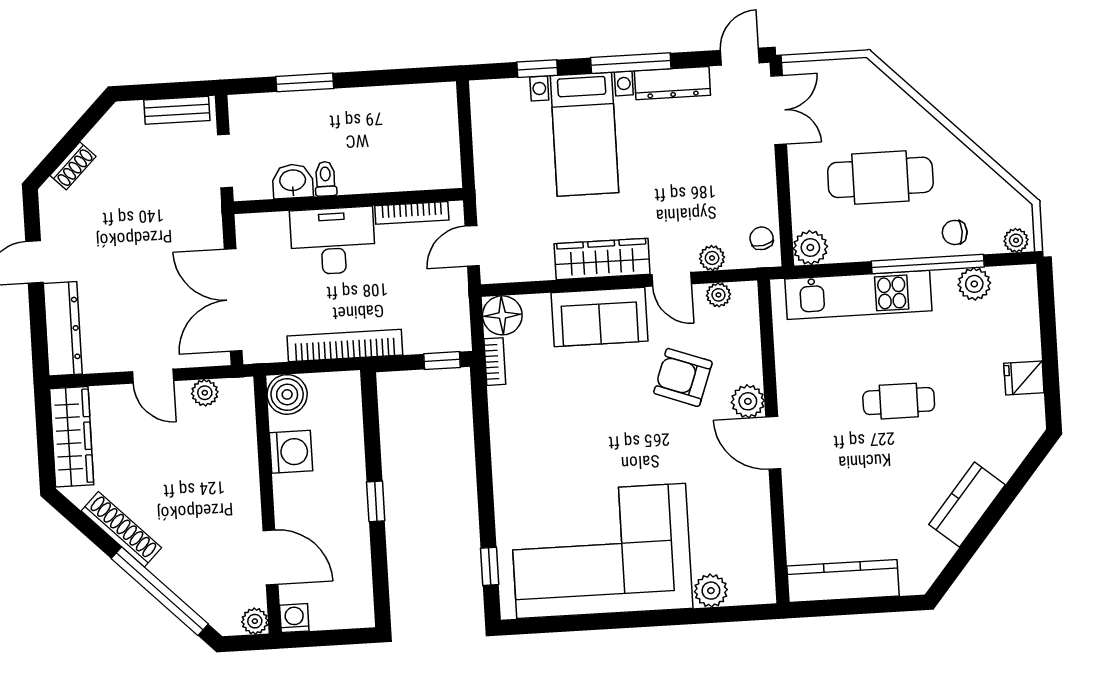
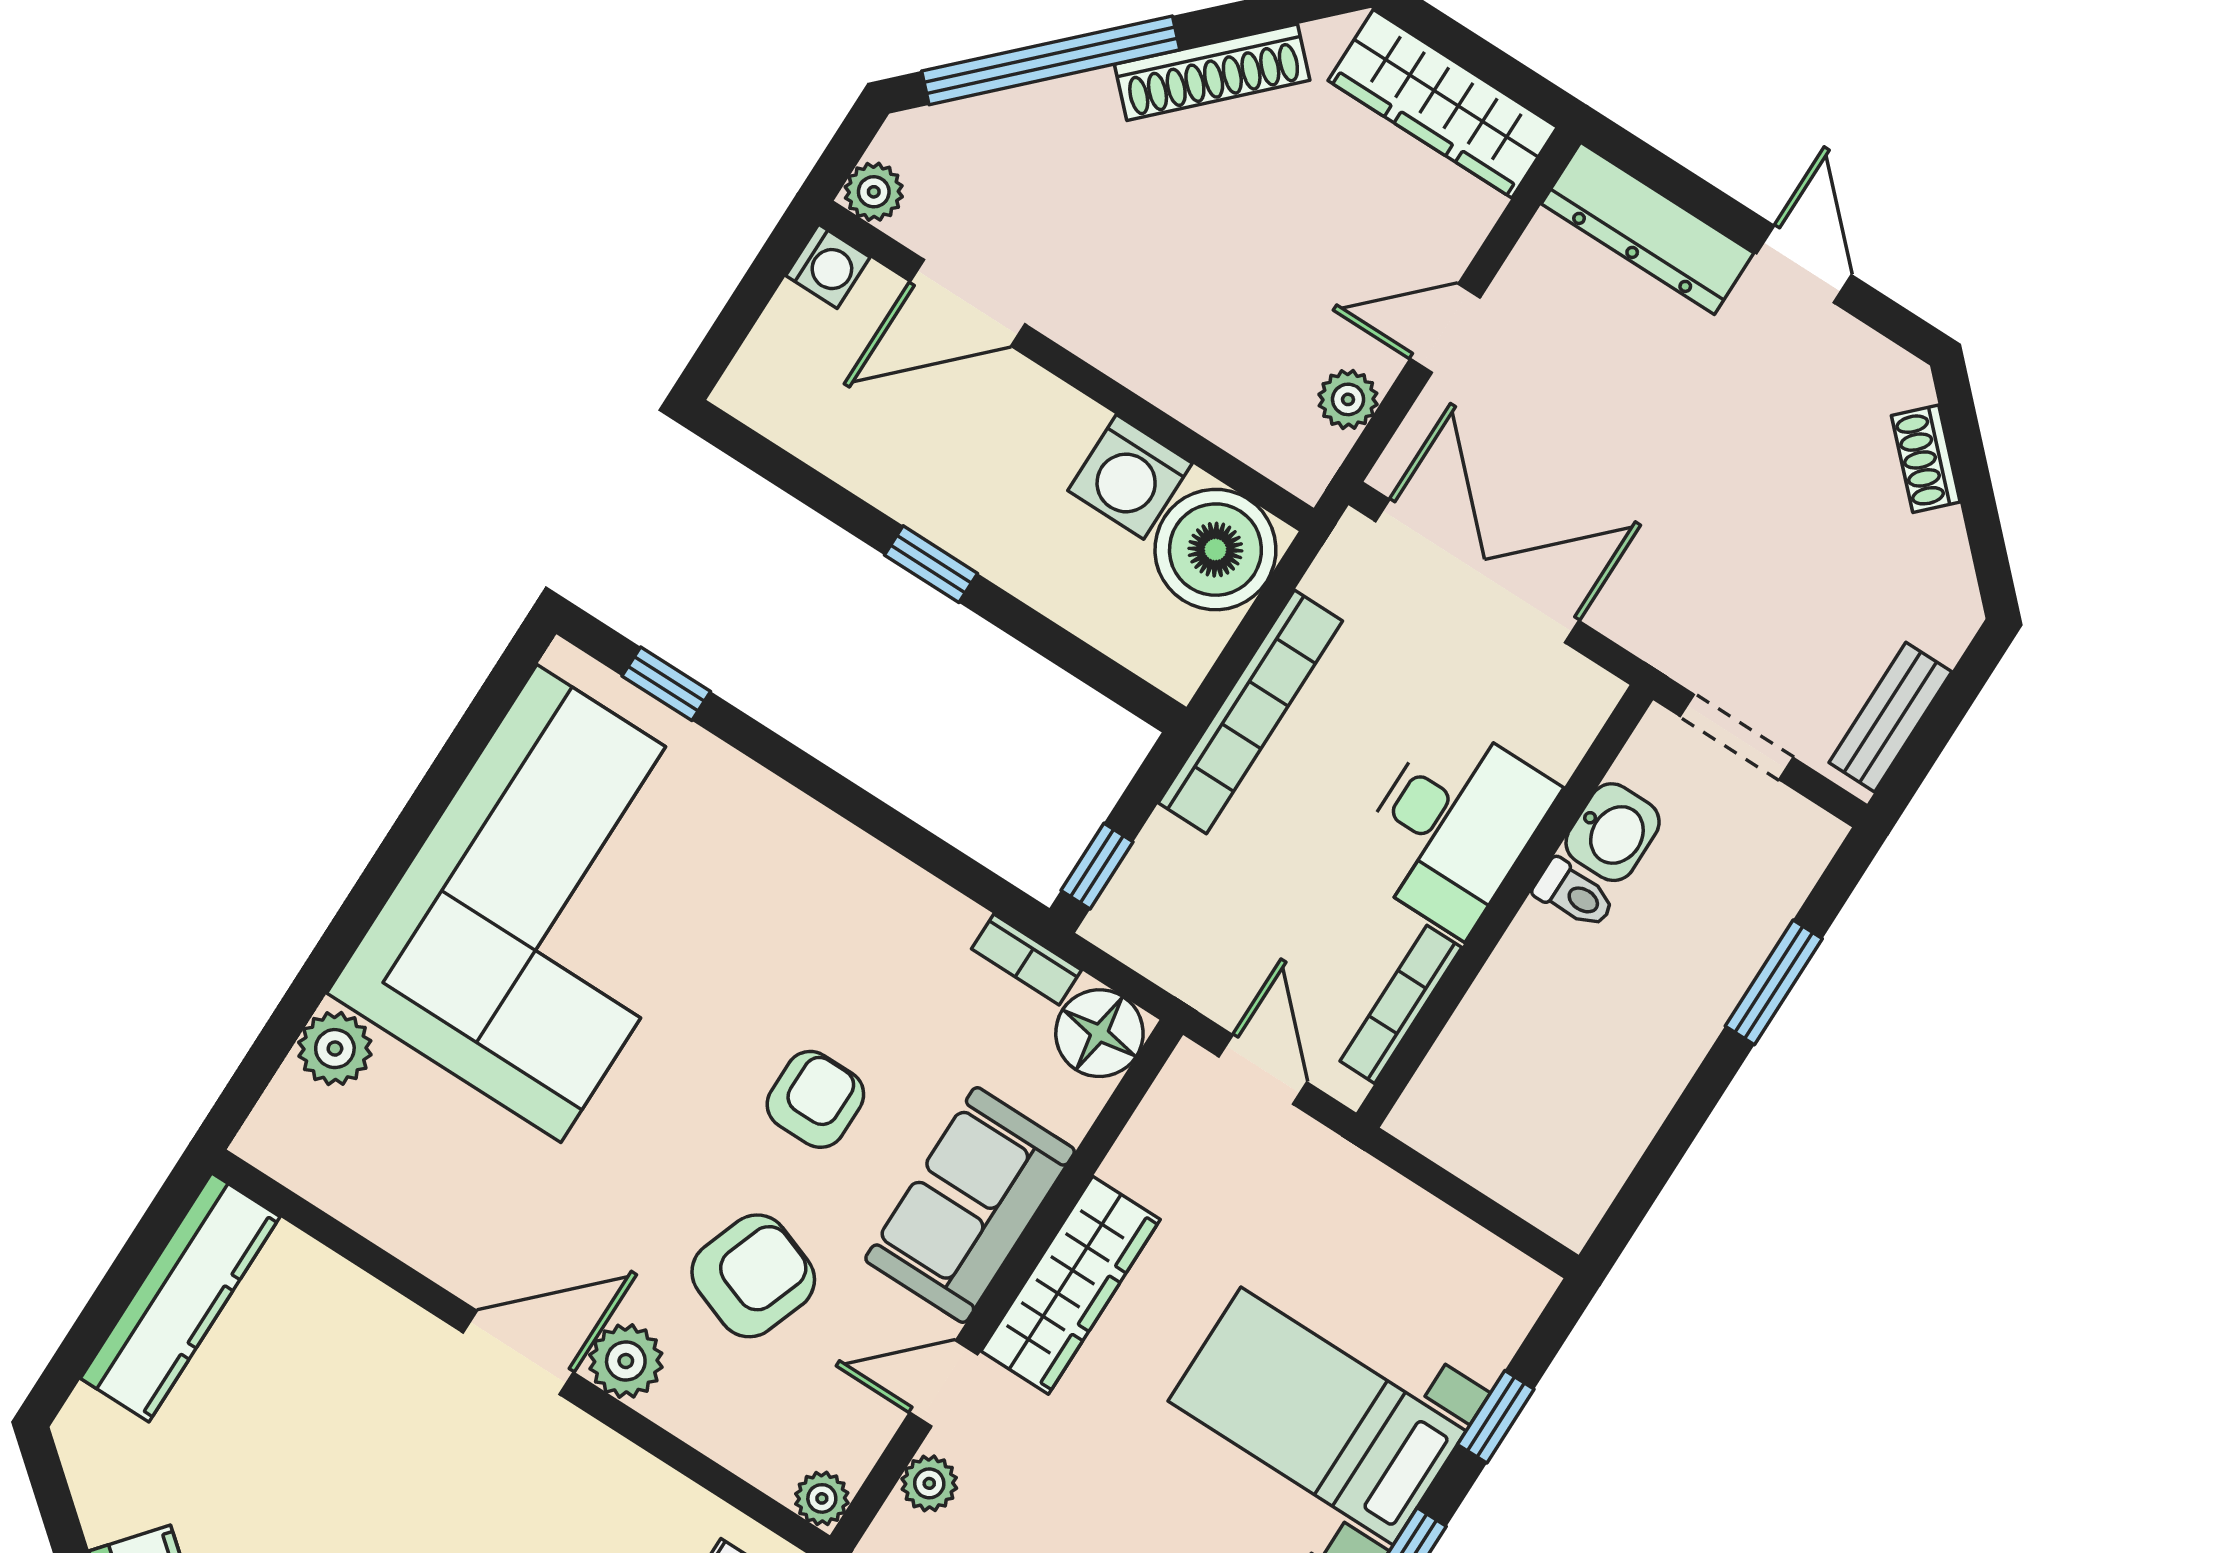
plant: (718, 295) -> (822, 1498), moved
boiler: (287, 394) -> (1215, 550), width x1.37, depth x1.37
armchair: (602, 402) -> (815, 1099), added

